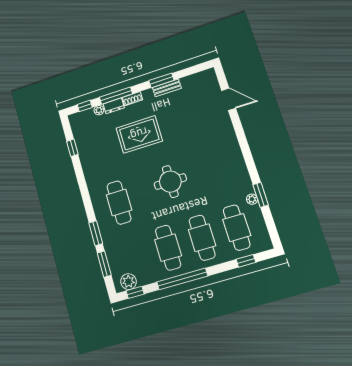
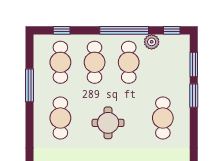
cafe table: (219, 172) -> (60, 118), added
window: (261, 195) -> (29, 85), width x1.44
plant: (252, 199) -> (38, 84), removed
plant: (128, 282) -> (152, 42), moved

